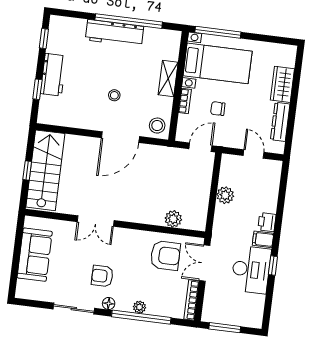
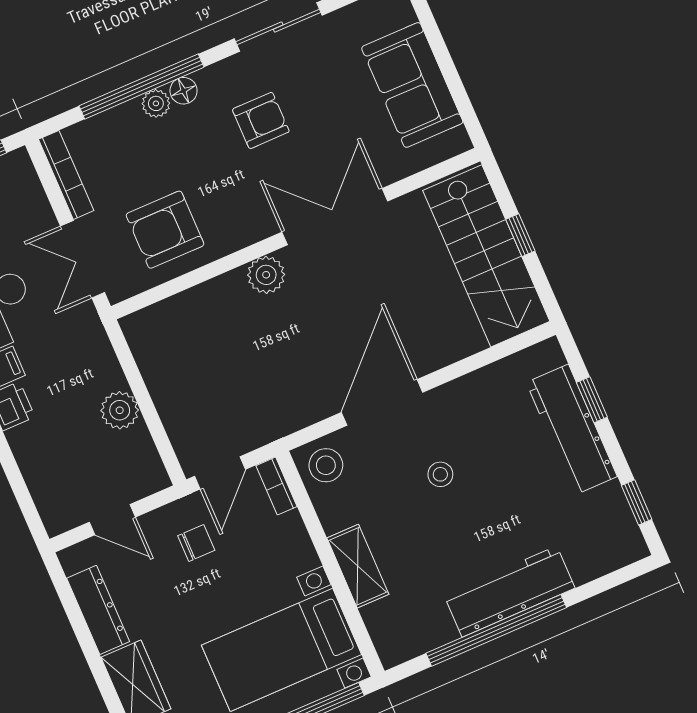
workbench: (53, 75) -> (572, 429), width x1.38
bookcase: (185, 101) -> (276, 486), moved
chair: (218, 109) -> (196, 543), moved
plant: (173, 219) -> (266, 275), moved
double door: (96, 221) -> (335, 217), width x1.37
double door: (205, 263) -> (83, 259), swing flipped
floor lamp: (109, 304) -> (184, 91), moved

